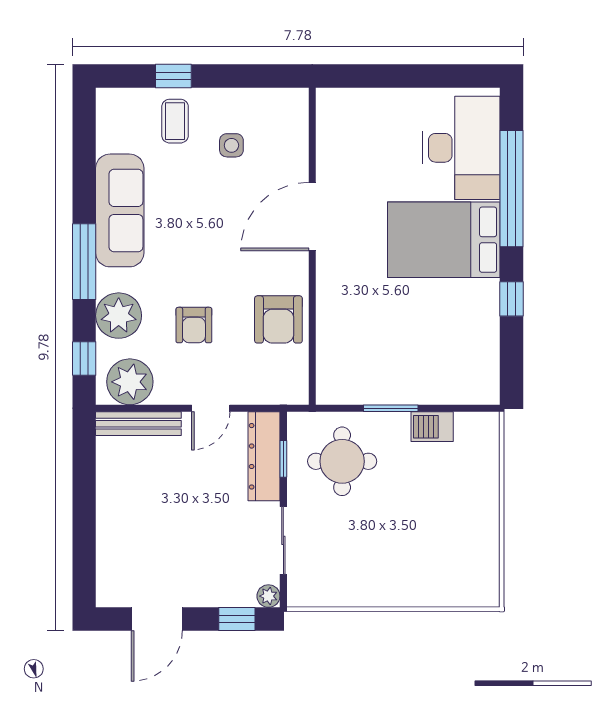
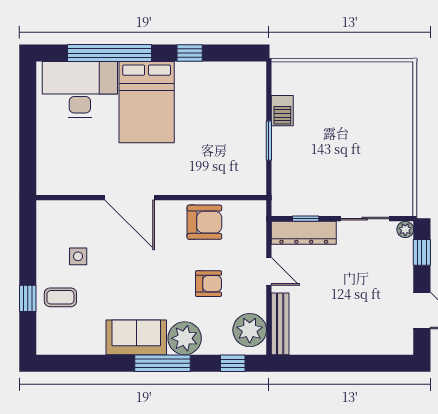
sofa: (120, 210) -> (136, 337), width x0.73
plant: (119, 316) -> (185, 338), moved
round table: (342, 461) -> (307, 176), removed

